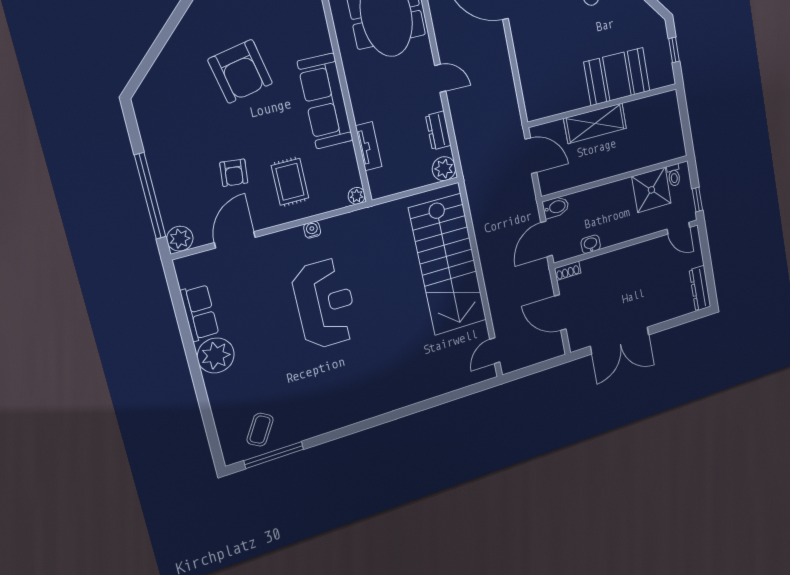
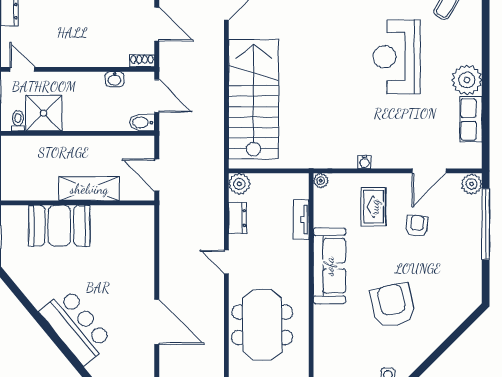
door: (546, 239) -> (157, 96), hinge flipped
reception desk: (325, 304) -> (397, 57), moved

